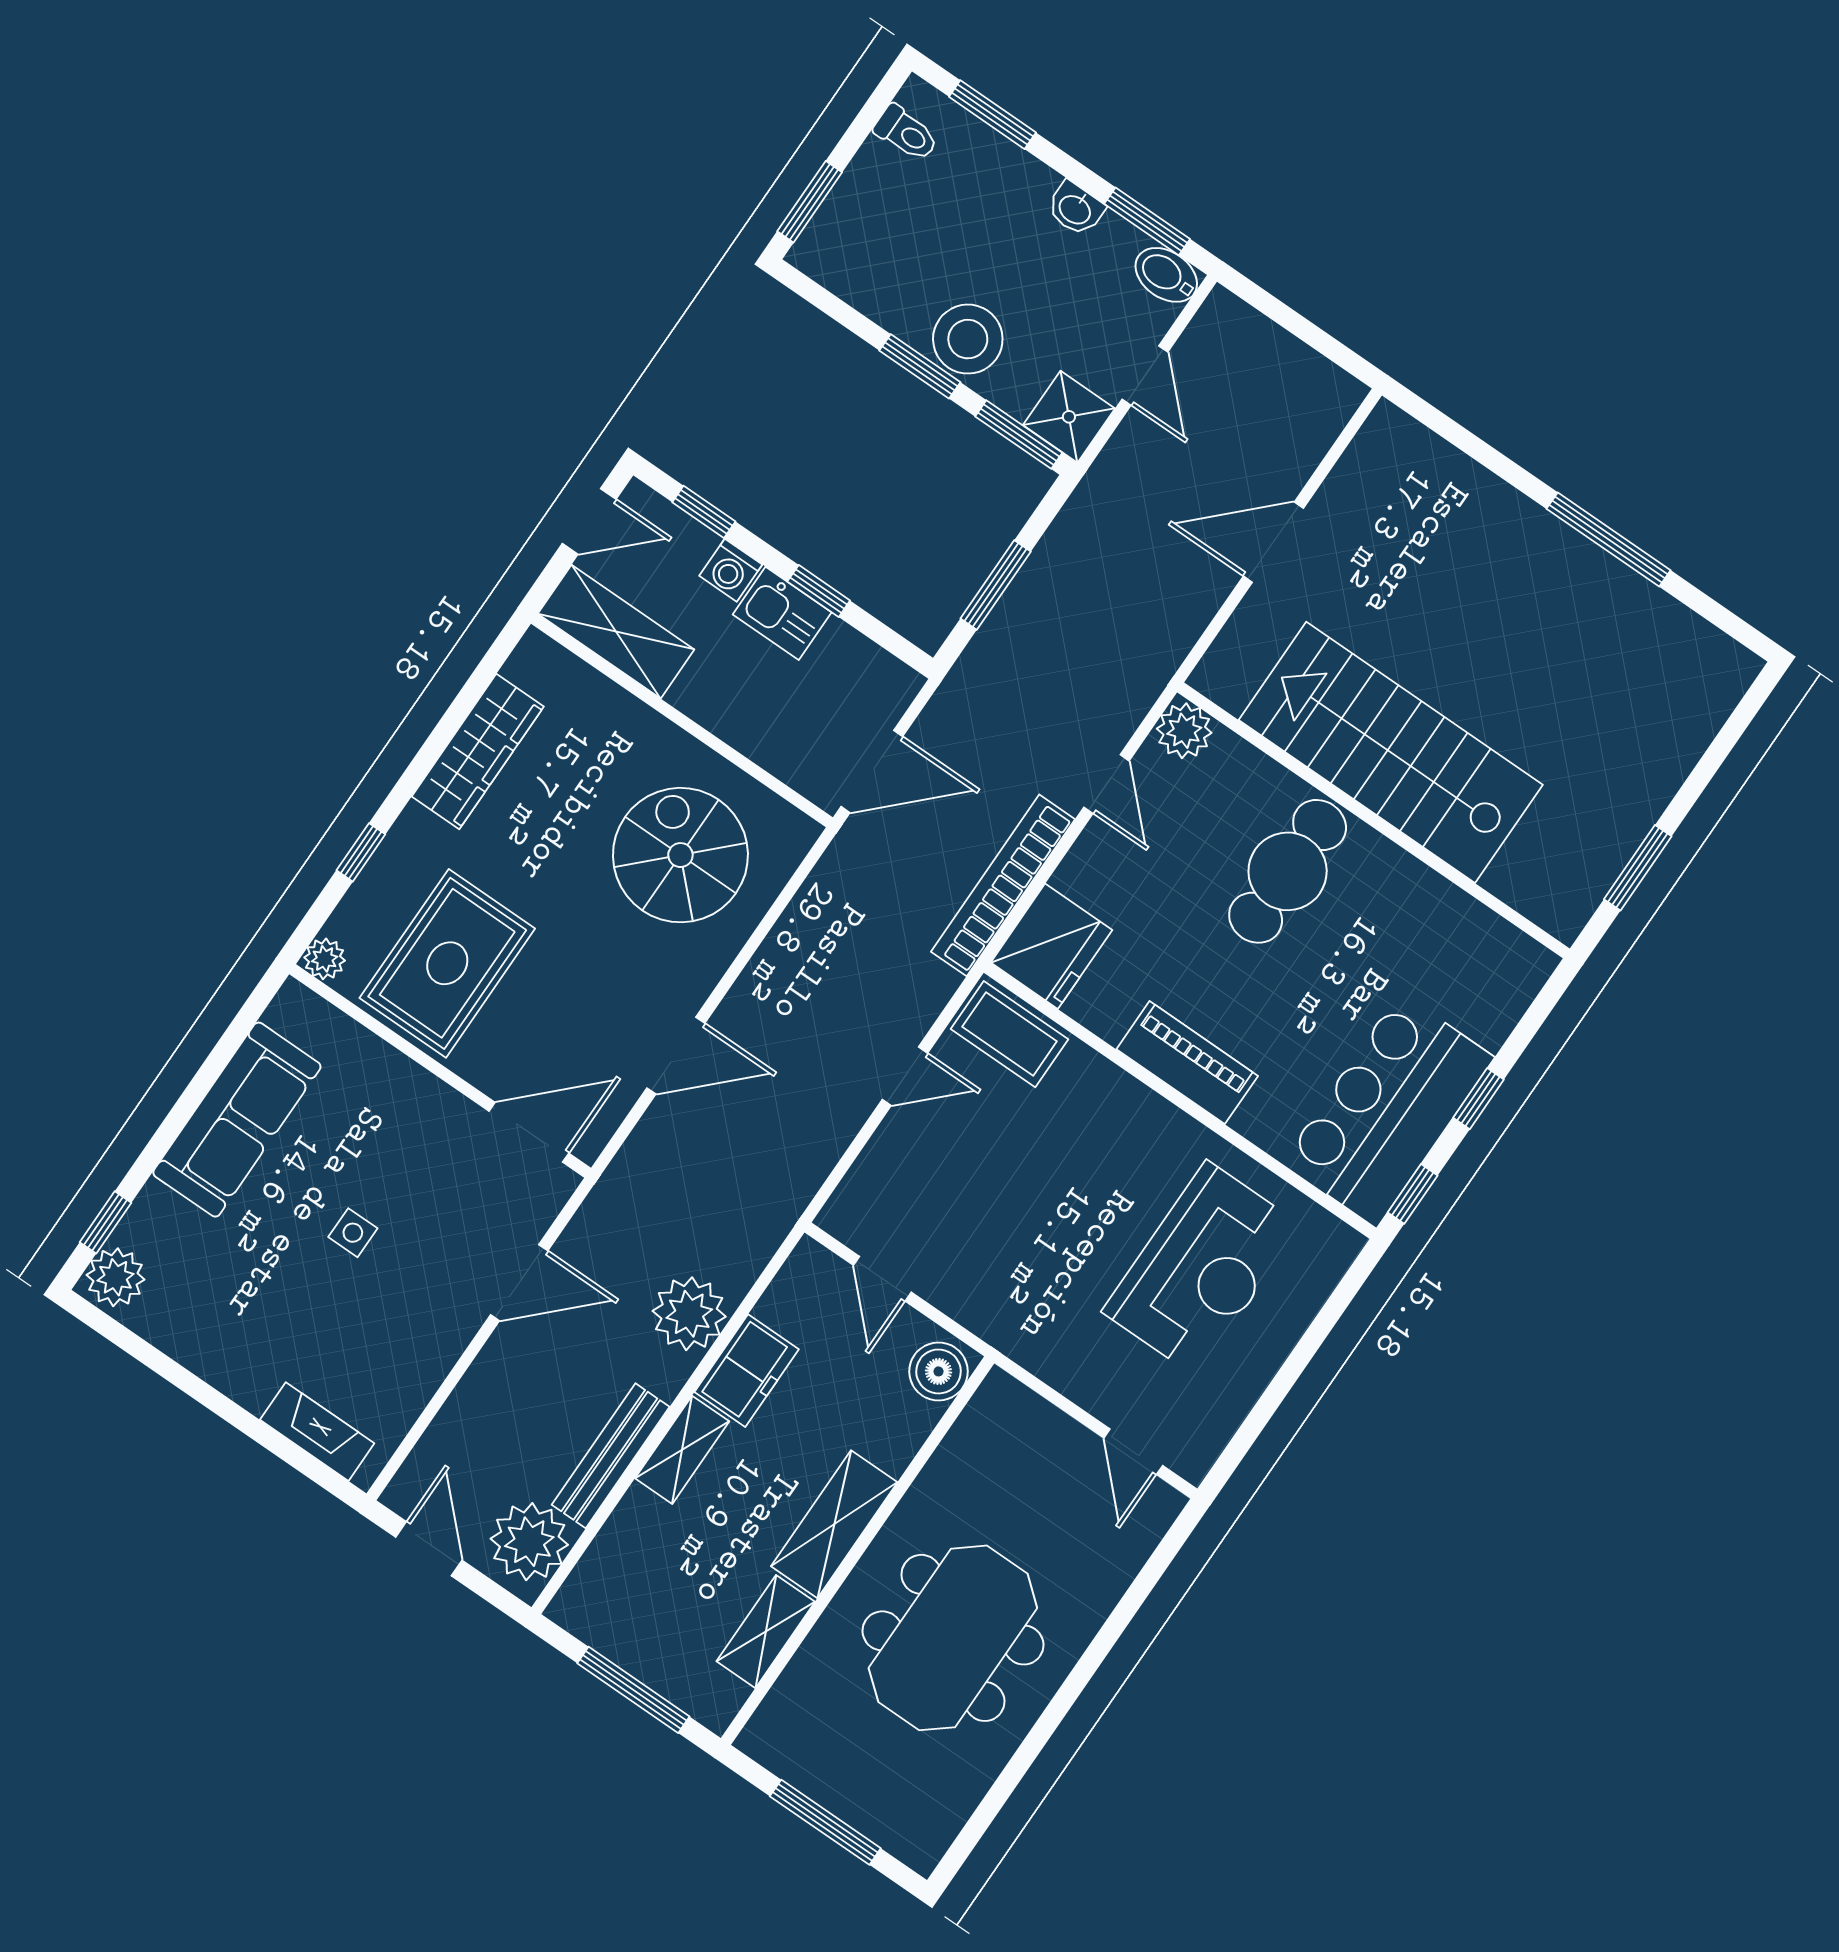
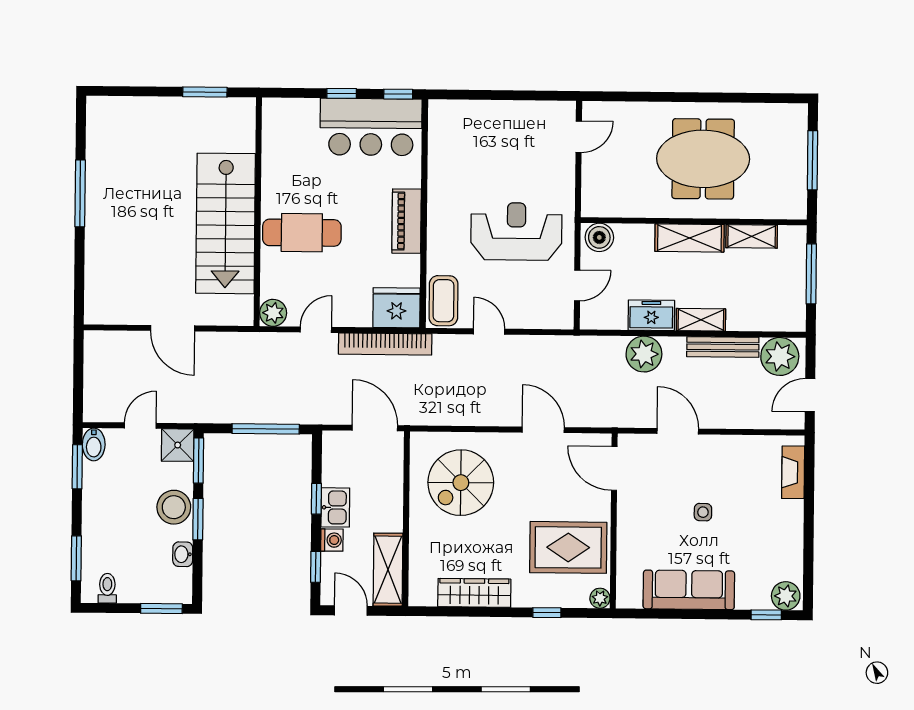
washbasin: (1075, 209) -> (183, 554), moved, turned 180
window: (996, 585) -> (266, 429), width x1.44
reception desk: (1202, 1269) -> (516, 231), moved

